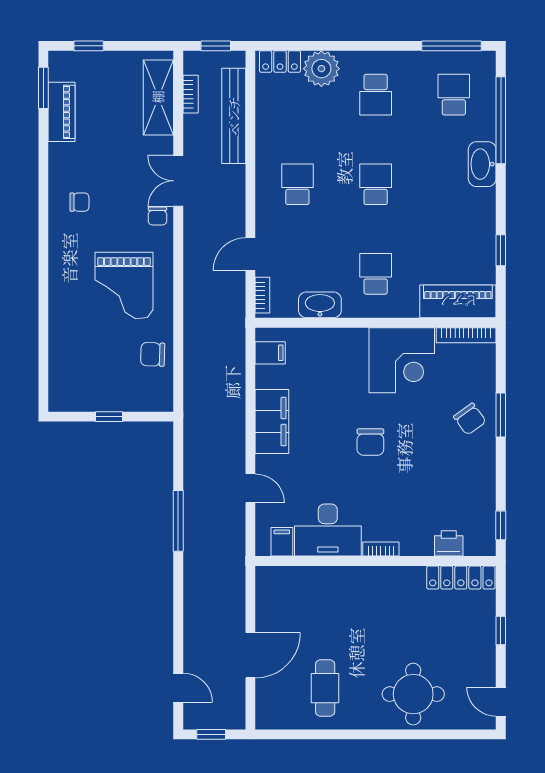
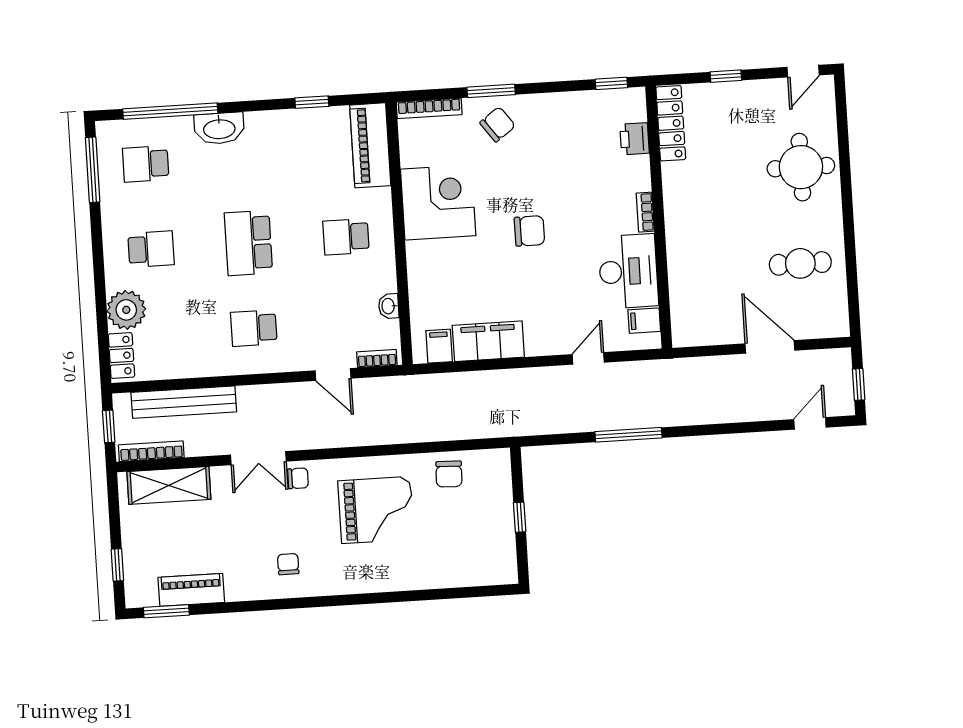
bookcase: (191, 94) -> (151, 451), width x1.56
school desk: (376, 184) -> (248, 243), width x1.85
washbasin: (320, 305) -> (389, 306), width x0.52, depth x0.69
bookcase: (466, 335) -> (429, 108), moved, turned 90
filing cabinet: (272, 422) -> (488, 341), moved

